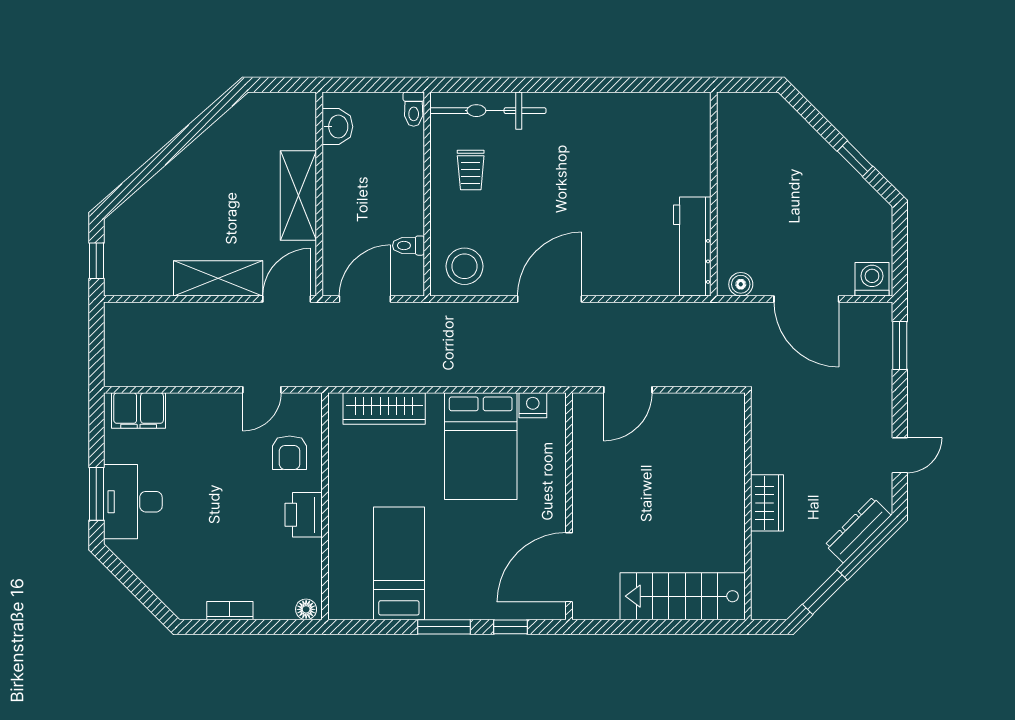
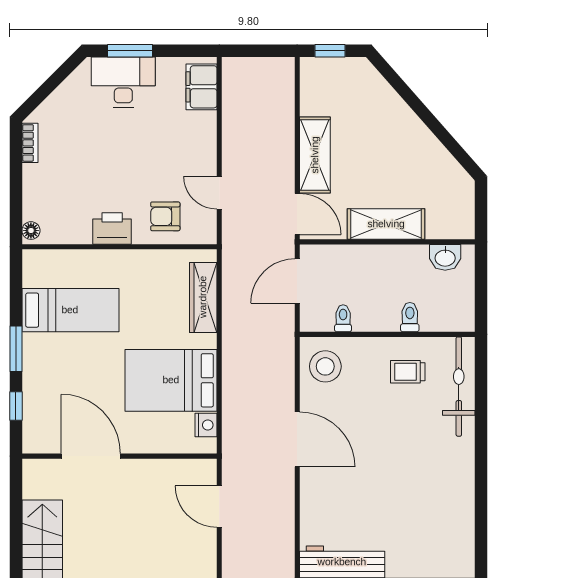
toilet: (414, 109) -> (410, 317), moved, turned 90
door: (365, 299) -> (297, 281), swing flipped
door: (569, 567) -> (91, 456), moved
bookcase: (230, 611) -> (30, 143), moved

